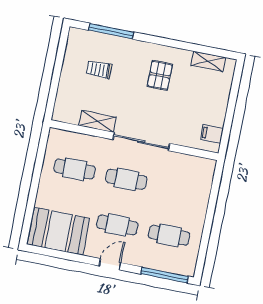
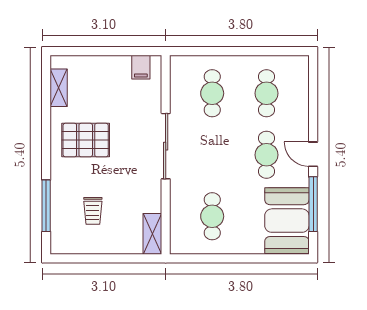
pallet: (160, 75) -> (86, 140), width x1.50, depth x1.42
shelving: (98, 121) -> (152, 234), moved
cafe table: (126, 179) -> (212, 93), moved
window: (164, 275) -> (313, 204), moved

